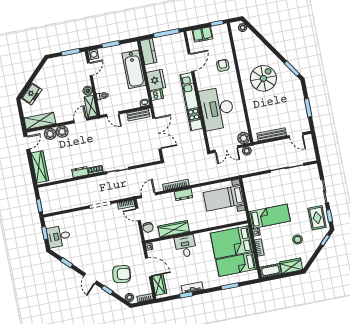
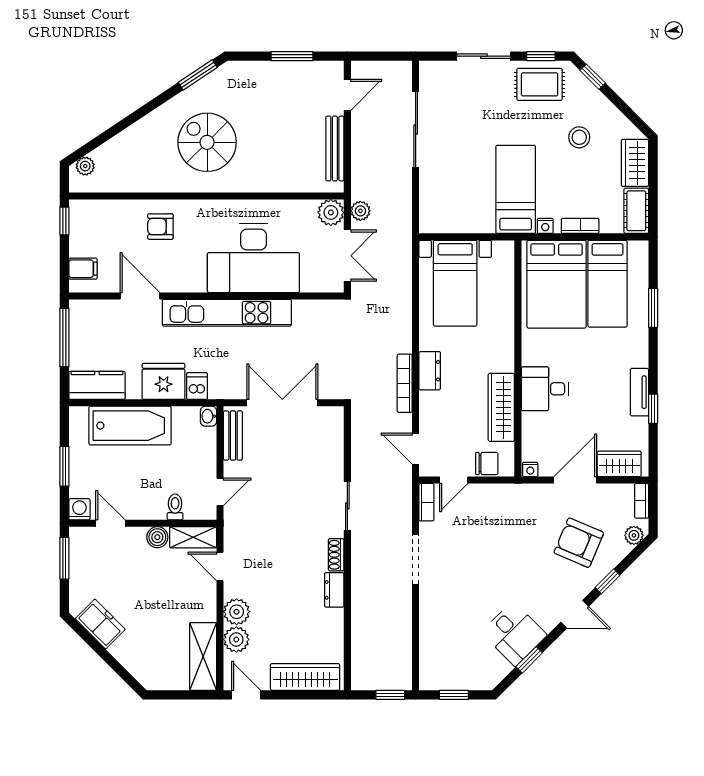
filing cabinet: (202, 34) -> (83, 269), width x0.50
freezer: (32, 94) -> (100, 624), moved
desk: (59, 236) -> (514, 634), moved, turned -45
armchair: (122, 274) -> (579, 543), turned -75

